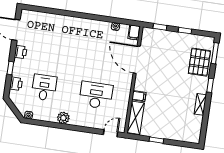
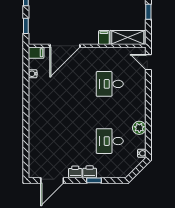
printer: (16, 84) -> (90, 172), moved
desk: (96, 95) -> (110, 84), width x0.73
plant: (63, 118) -> (139, 128), moved

